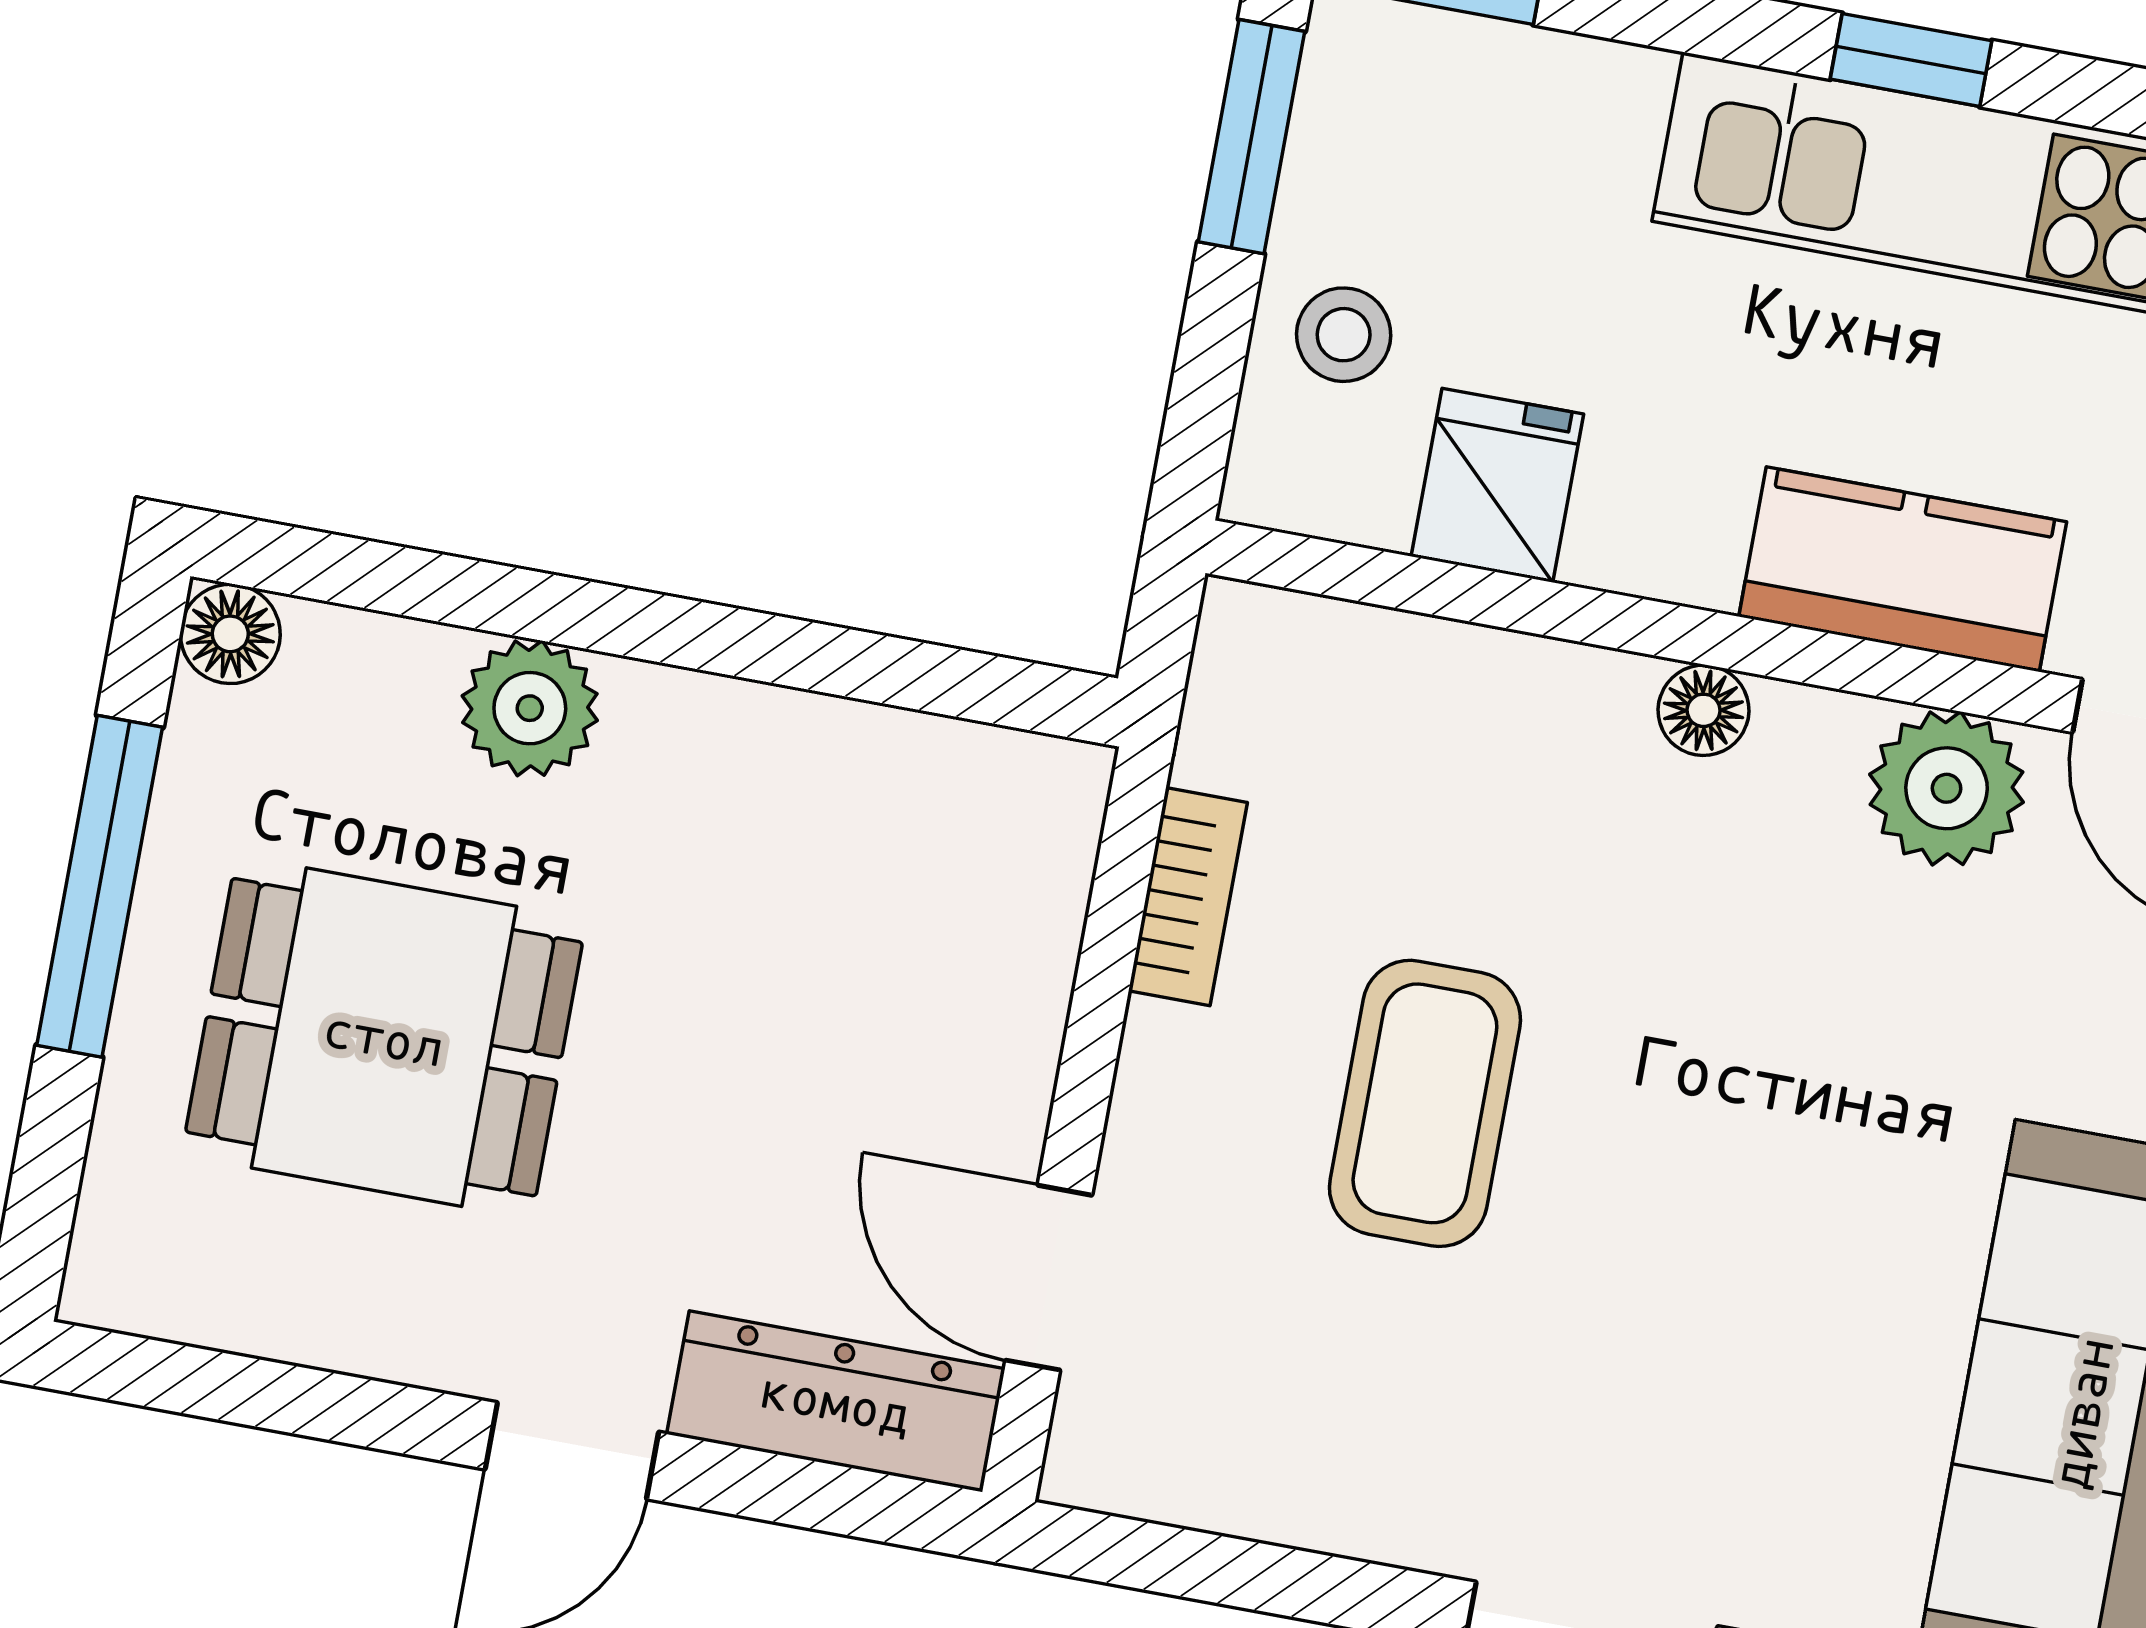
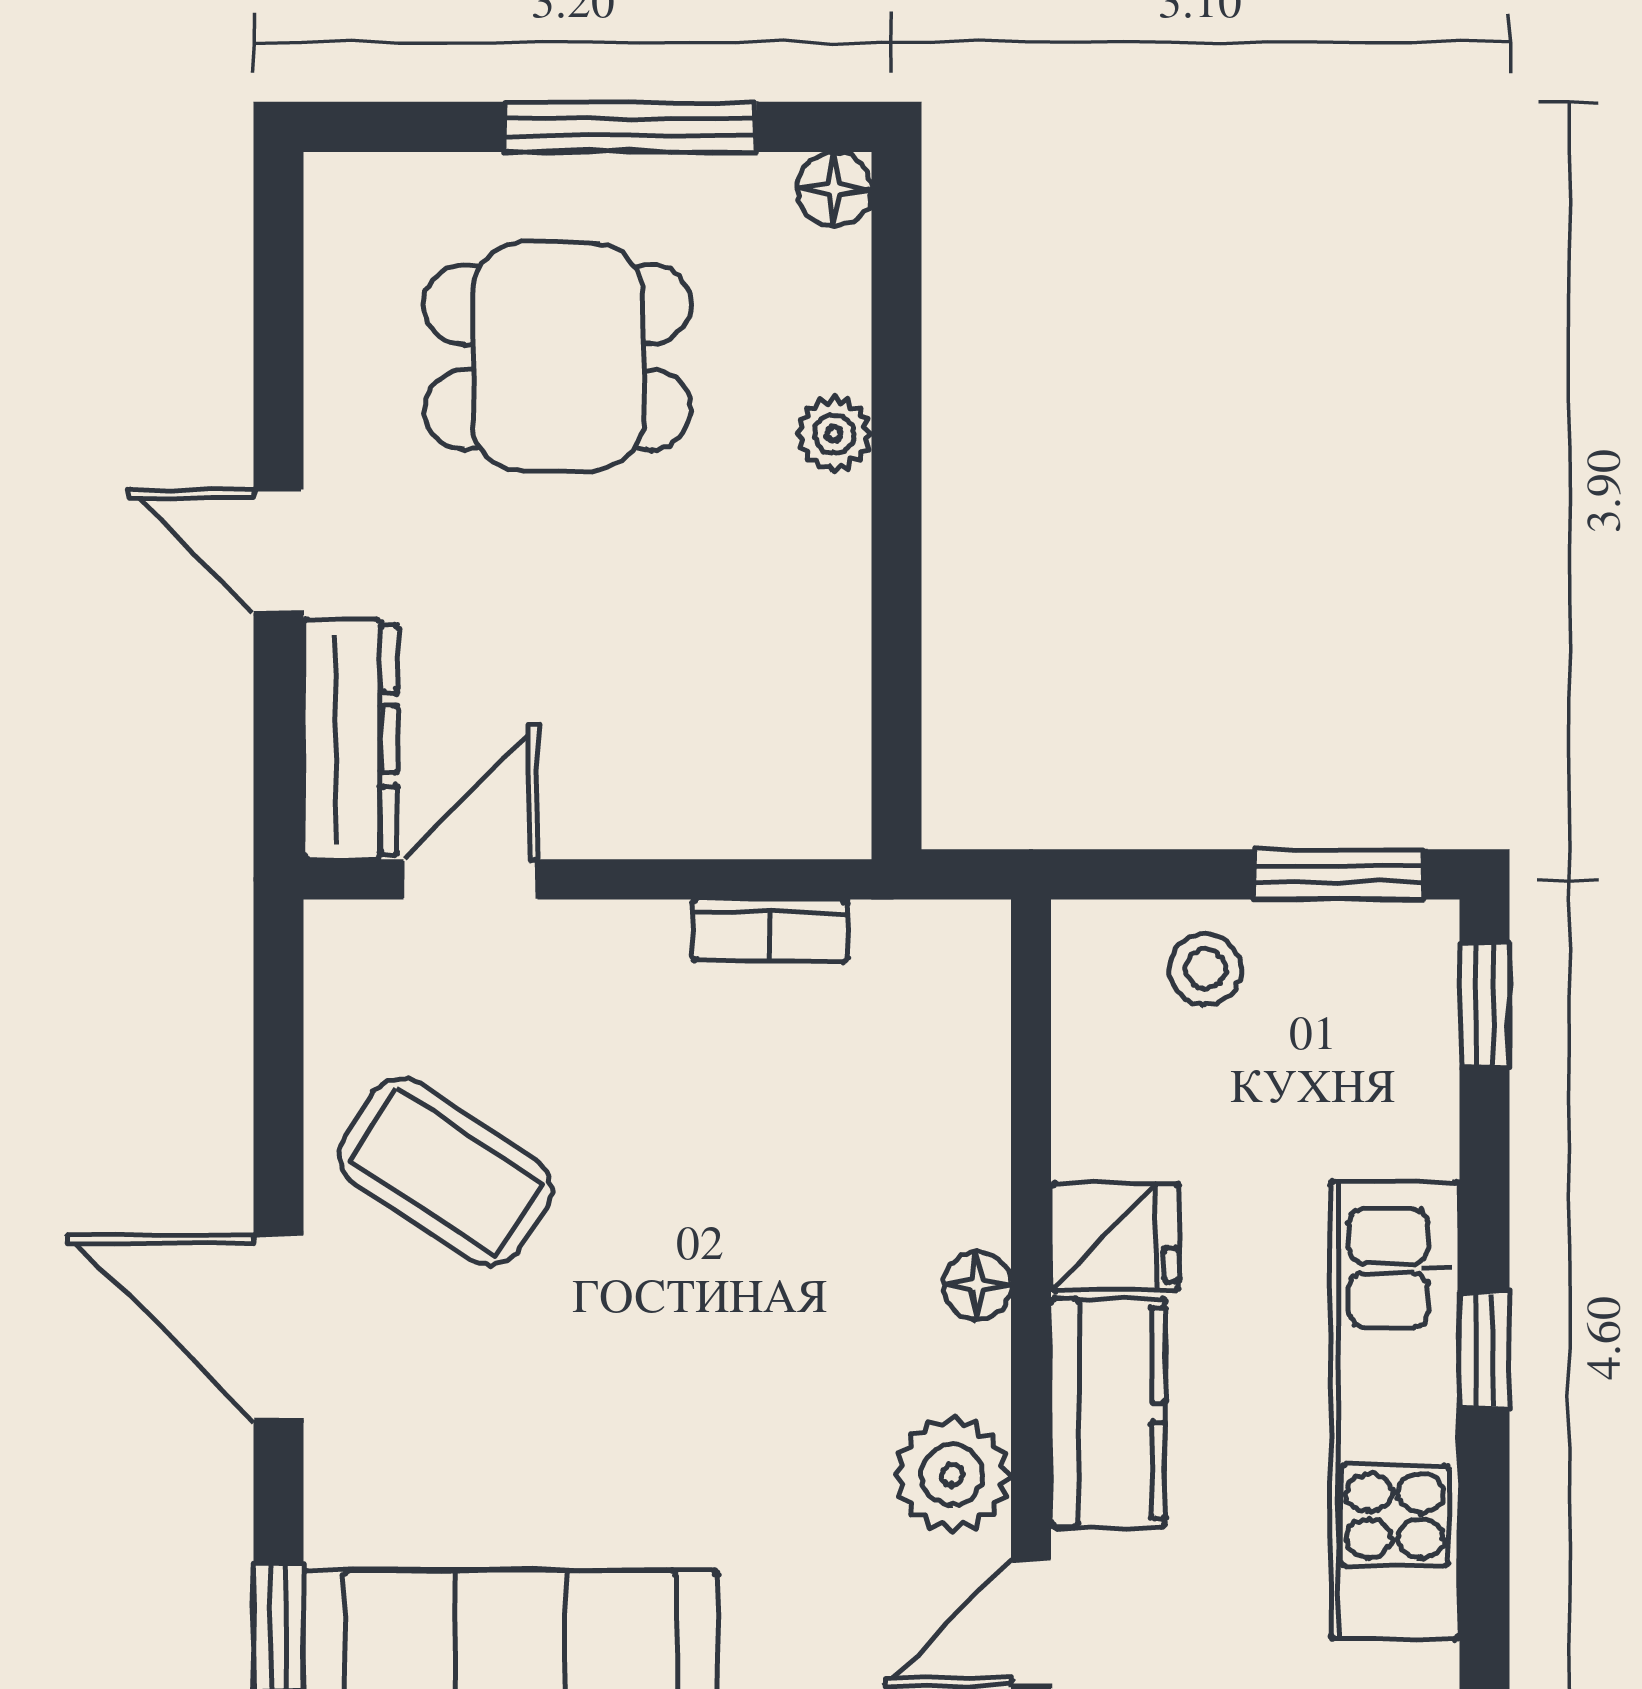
fridge: (1497, 485) -> (1115, 1237), moved
plant: (530, 708) -> (834, 434), width x0.73, depth x0.73
dining table: (384, 1037) -> (558, 357), turned 90
coffee table: (1425, 1103) -> (445, 1172), moved, turned 33

